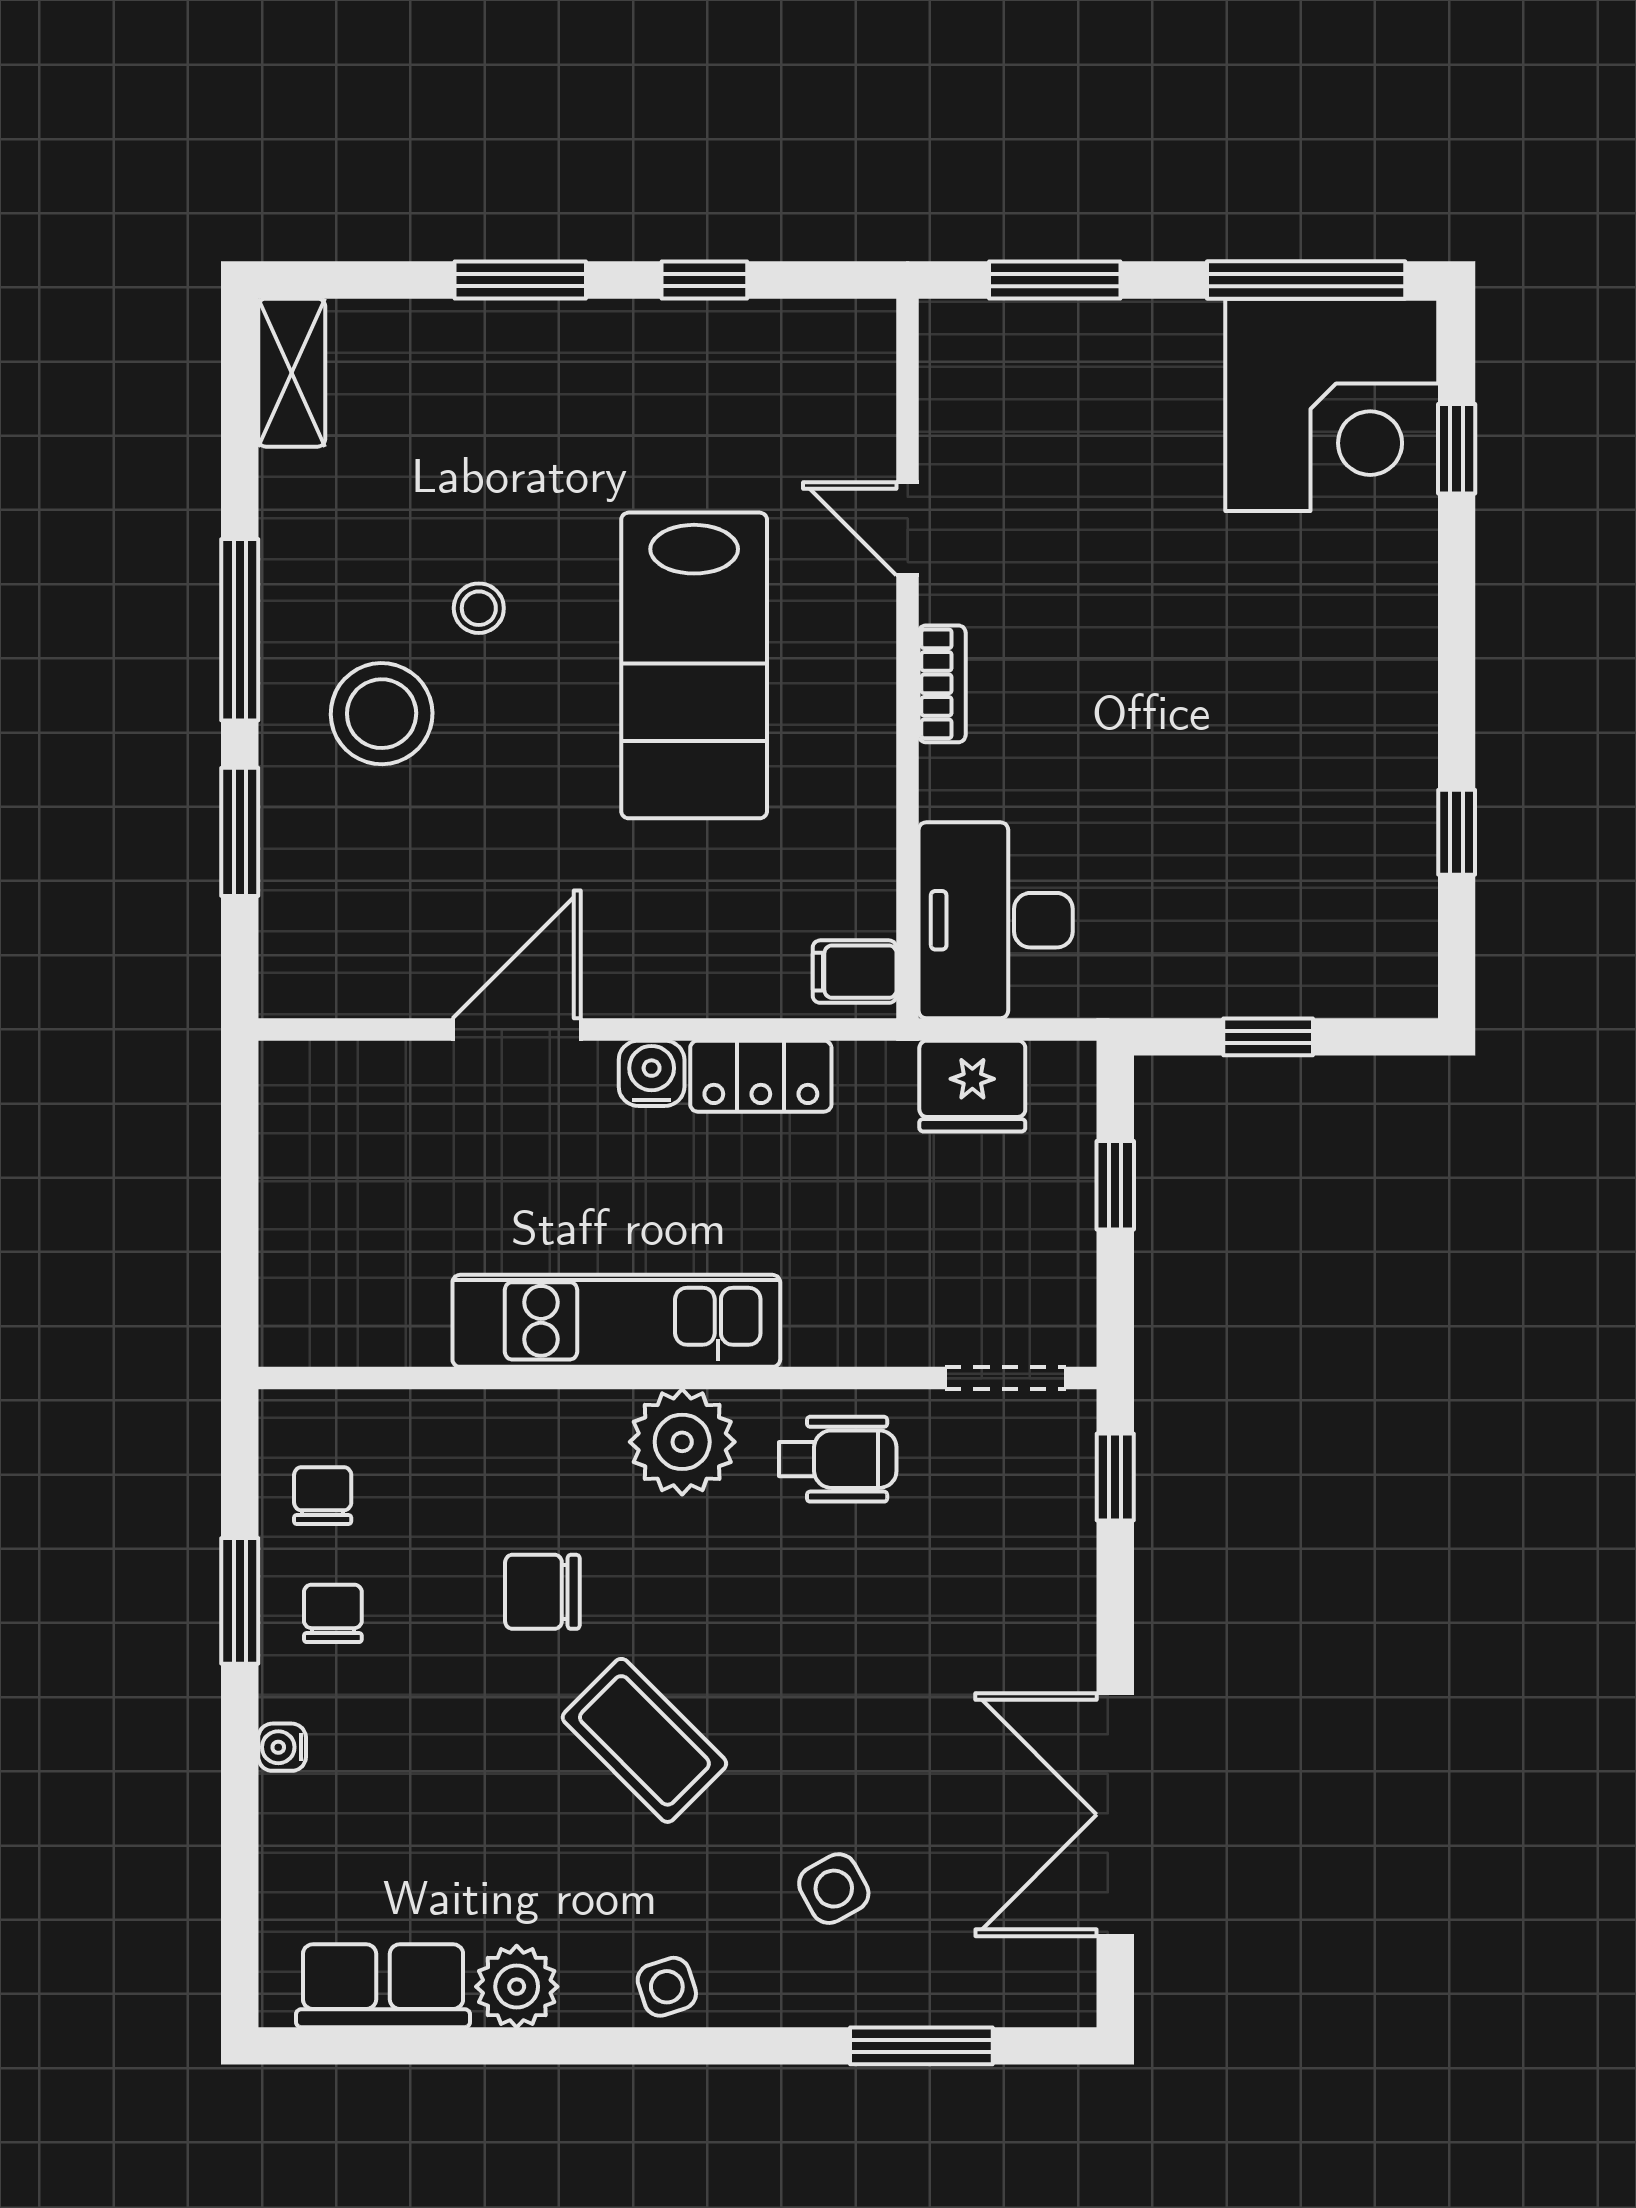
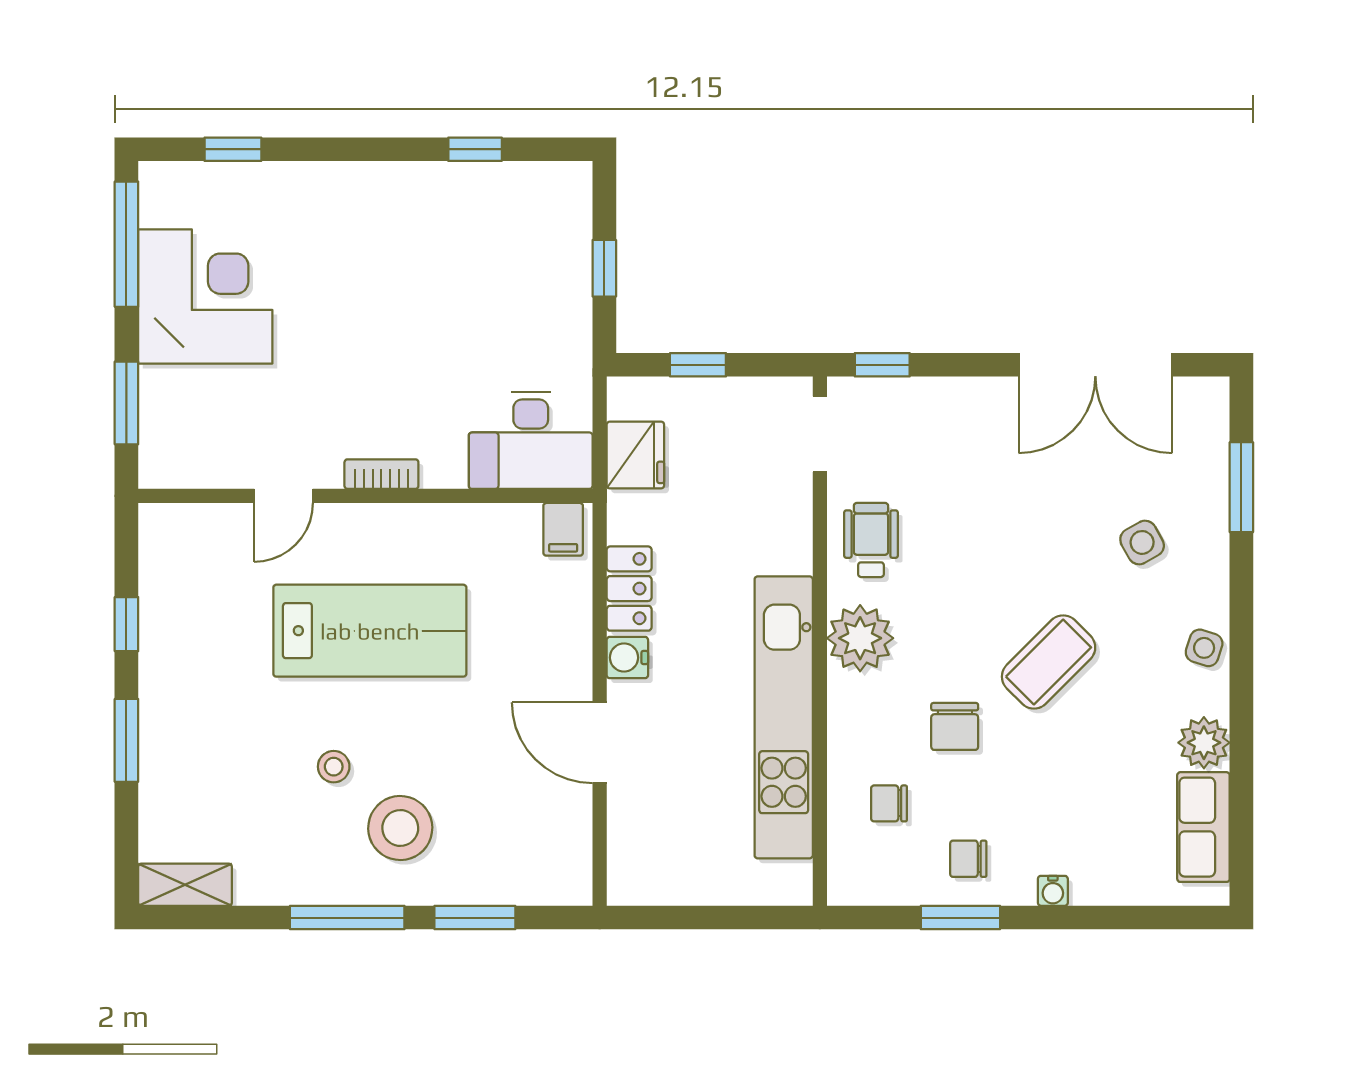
corner desk: (1332, 405) -> (205, 296), moved
kitchen unit: (616, 1321) -> (784, 717), width x1.36
chair: (323, 1496) -> (889, 803), moved
side table: (667, 1987) -> (1204, 648), turned 36

